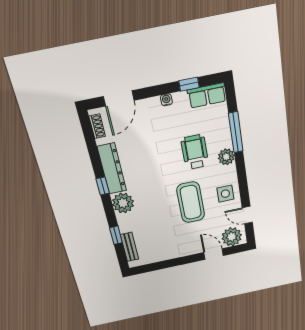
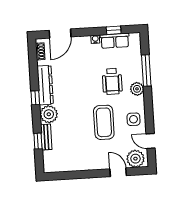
row of seats: (207, 95) -> (115, 41), moved
wheelchair: (195, 152) -> (112, 81), turned 180
bench: (130, 247) -> (46, 137), moved

